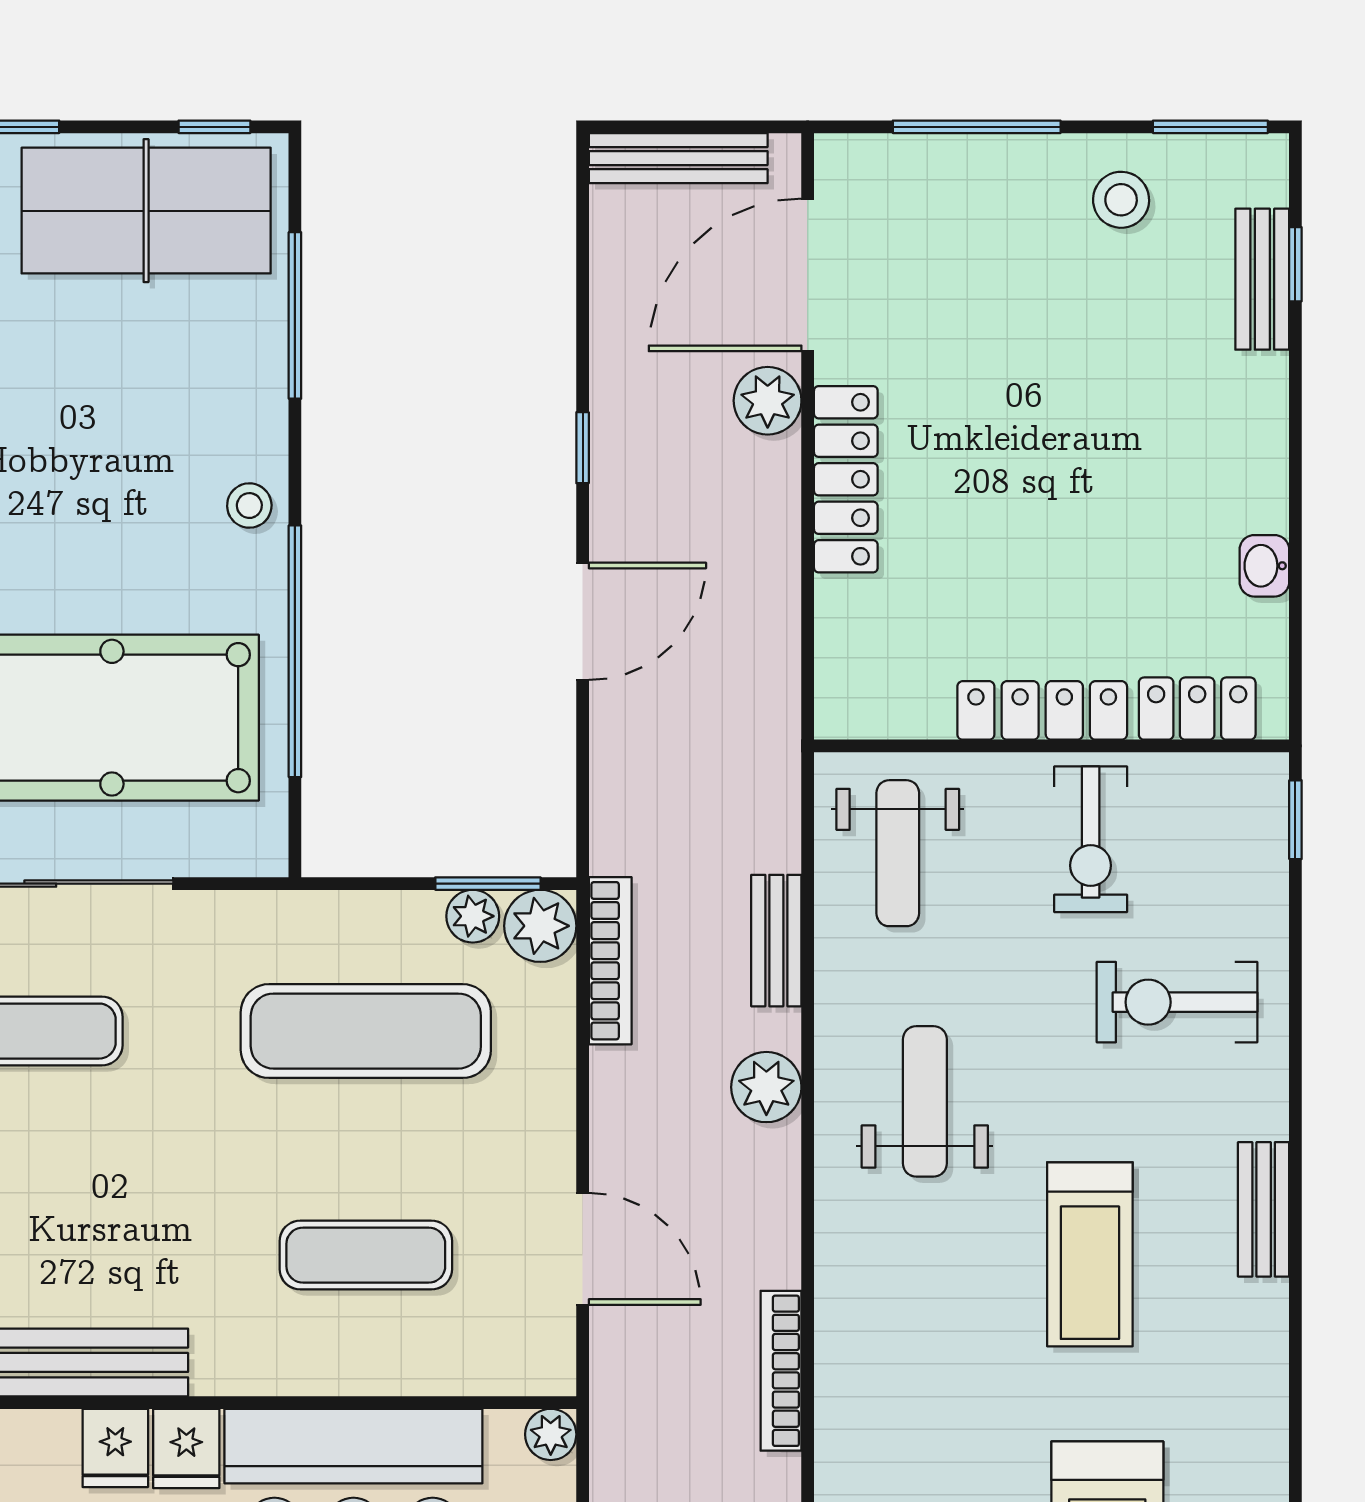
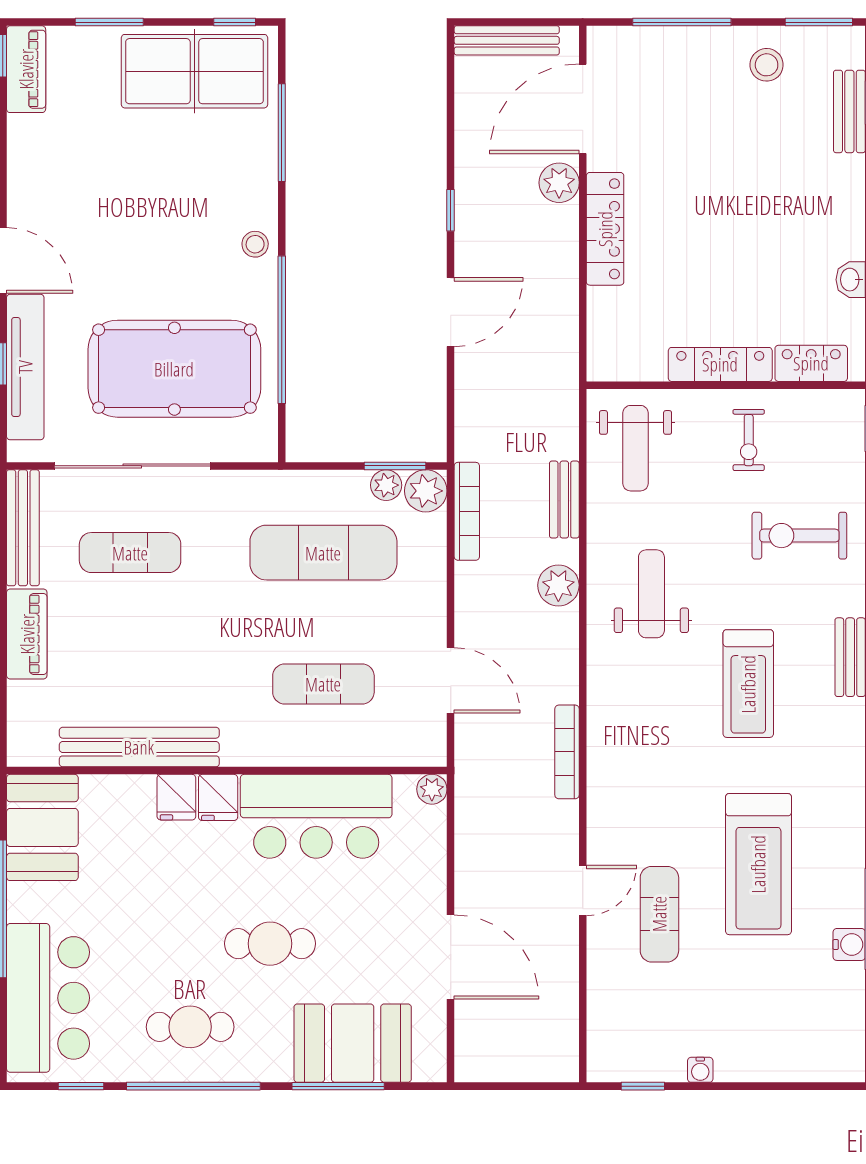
exercise bike: (1091, 839) -> (749, 440), width x0.73, depth x0.72

